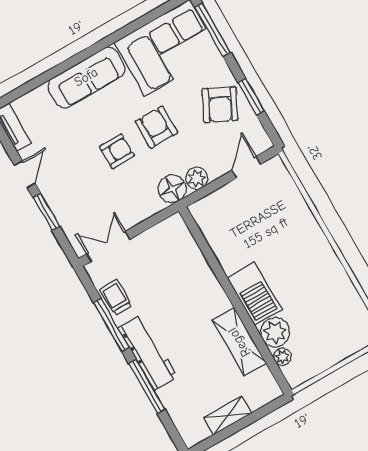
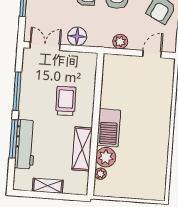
floor lamp: (172, 189) -> (77, 36), moved
trolley: (116, 298) -> (66, 101), moved, width x1.36, depth x1.39
workbench: (148, 353) -> (25, 144), moved

